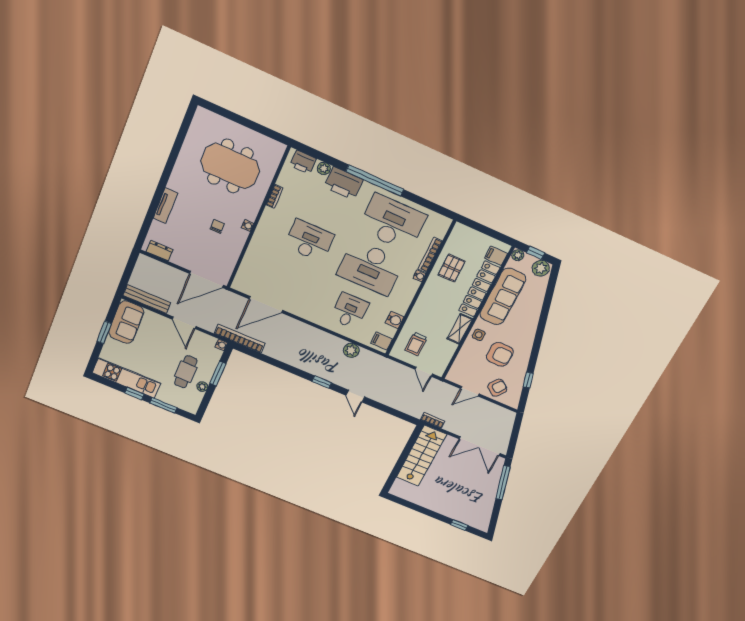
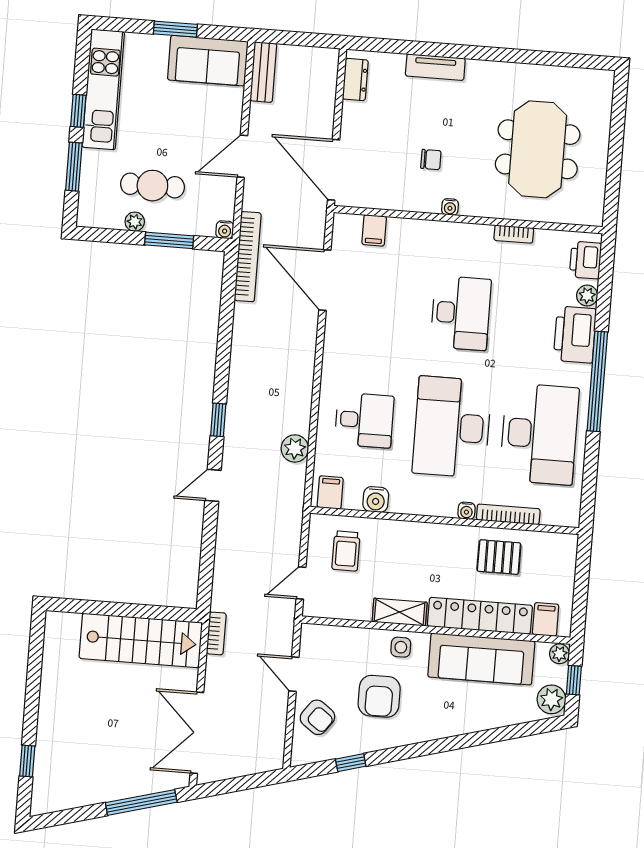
filing cabinet: (247, 270) -> (374, 230), added
bench: (147, 299) -> (263, 72), width x0.73
trolley: (416, 344) -> (346, 551), turned -90

